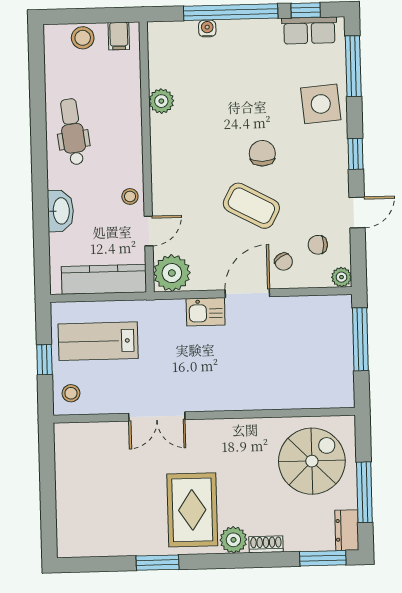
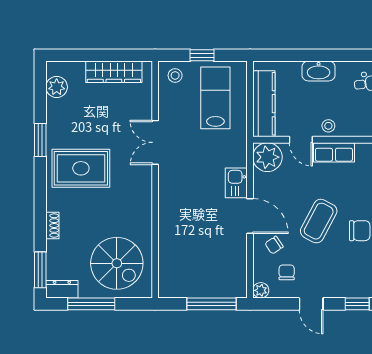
row of seats: (163, 189) -> (334, 152), added
wardrobe: (68, 471) -> (114, 72), added
plant: (233, 540) -> (57, 87), moved

